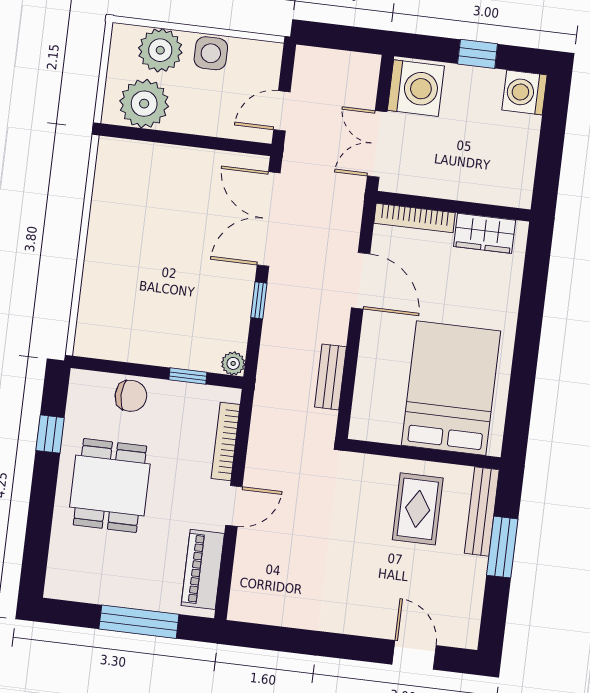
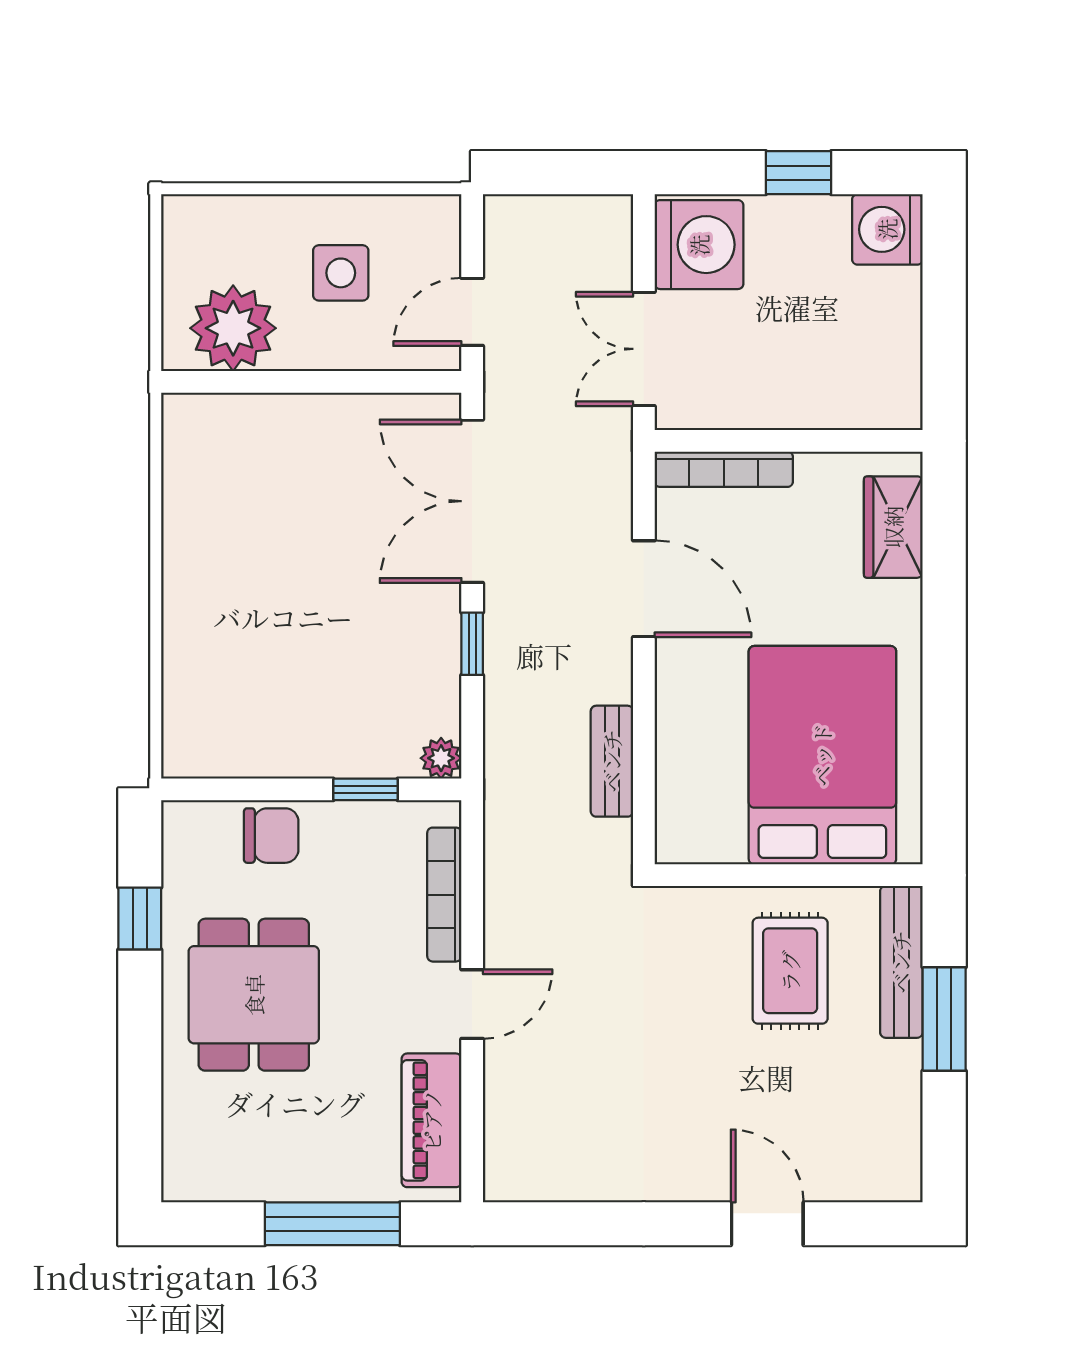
plant: (160, 50) -> (250, 233), removed
side table: (211, 53) -> (341, 273), moved
wardrobe: (485, 233) -> (893, 527), moved, turned 90
door: (414, 655) -> (767, 1224), moved

